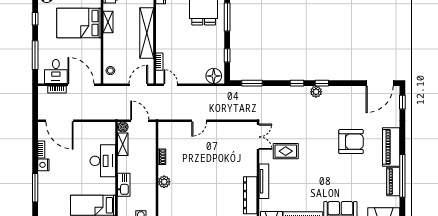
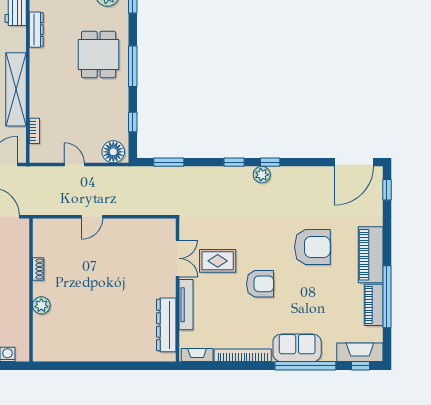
door: (171, 85) -> (74, 165), moved
double door: (258, 137) -> (178, 258), moved
armchair: (315, 167) -> (260, 284), added

